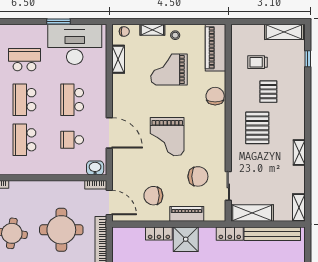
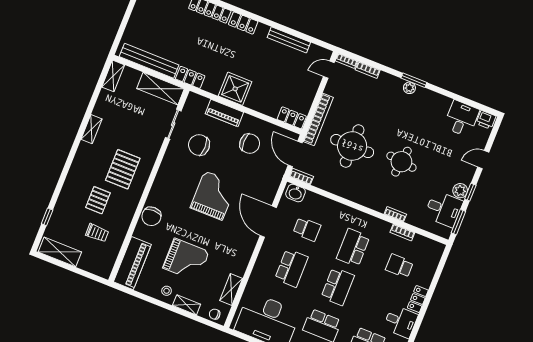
school desk: (24, 140) -> (353, 248), turned 180
locker: (159, 233) -> (292, 118), moved

